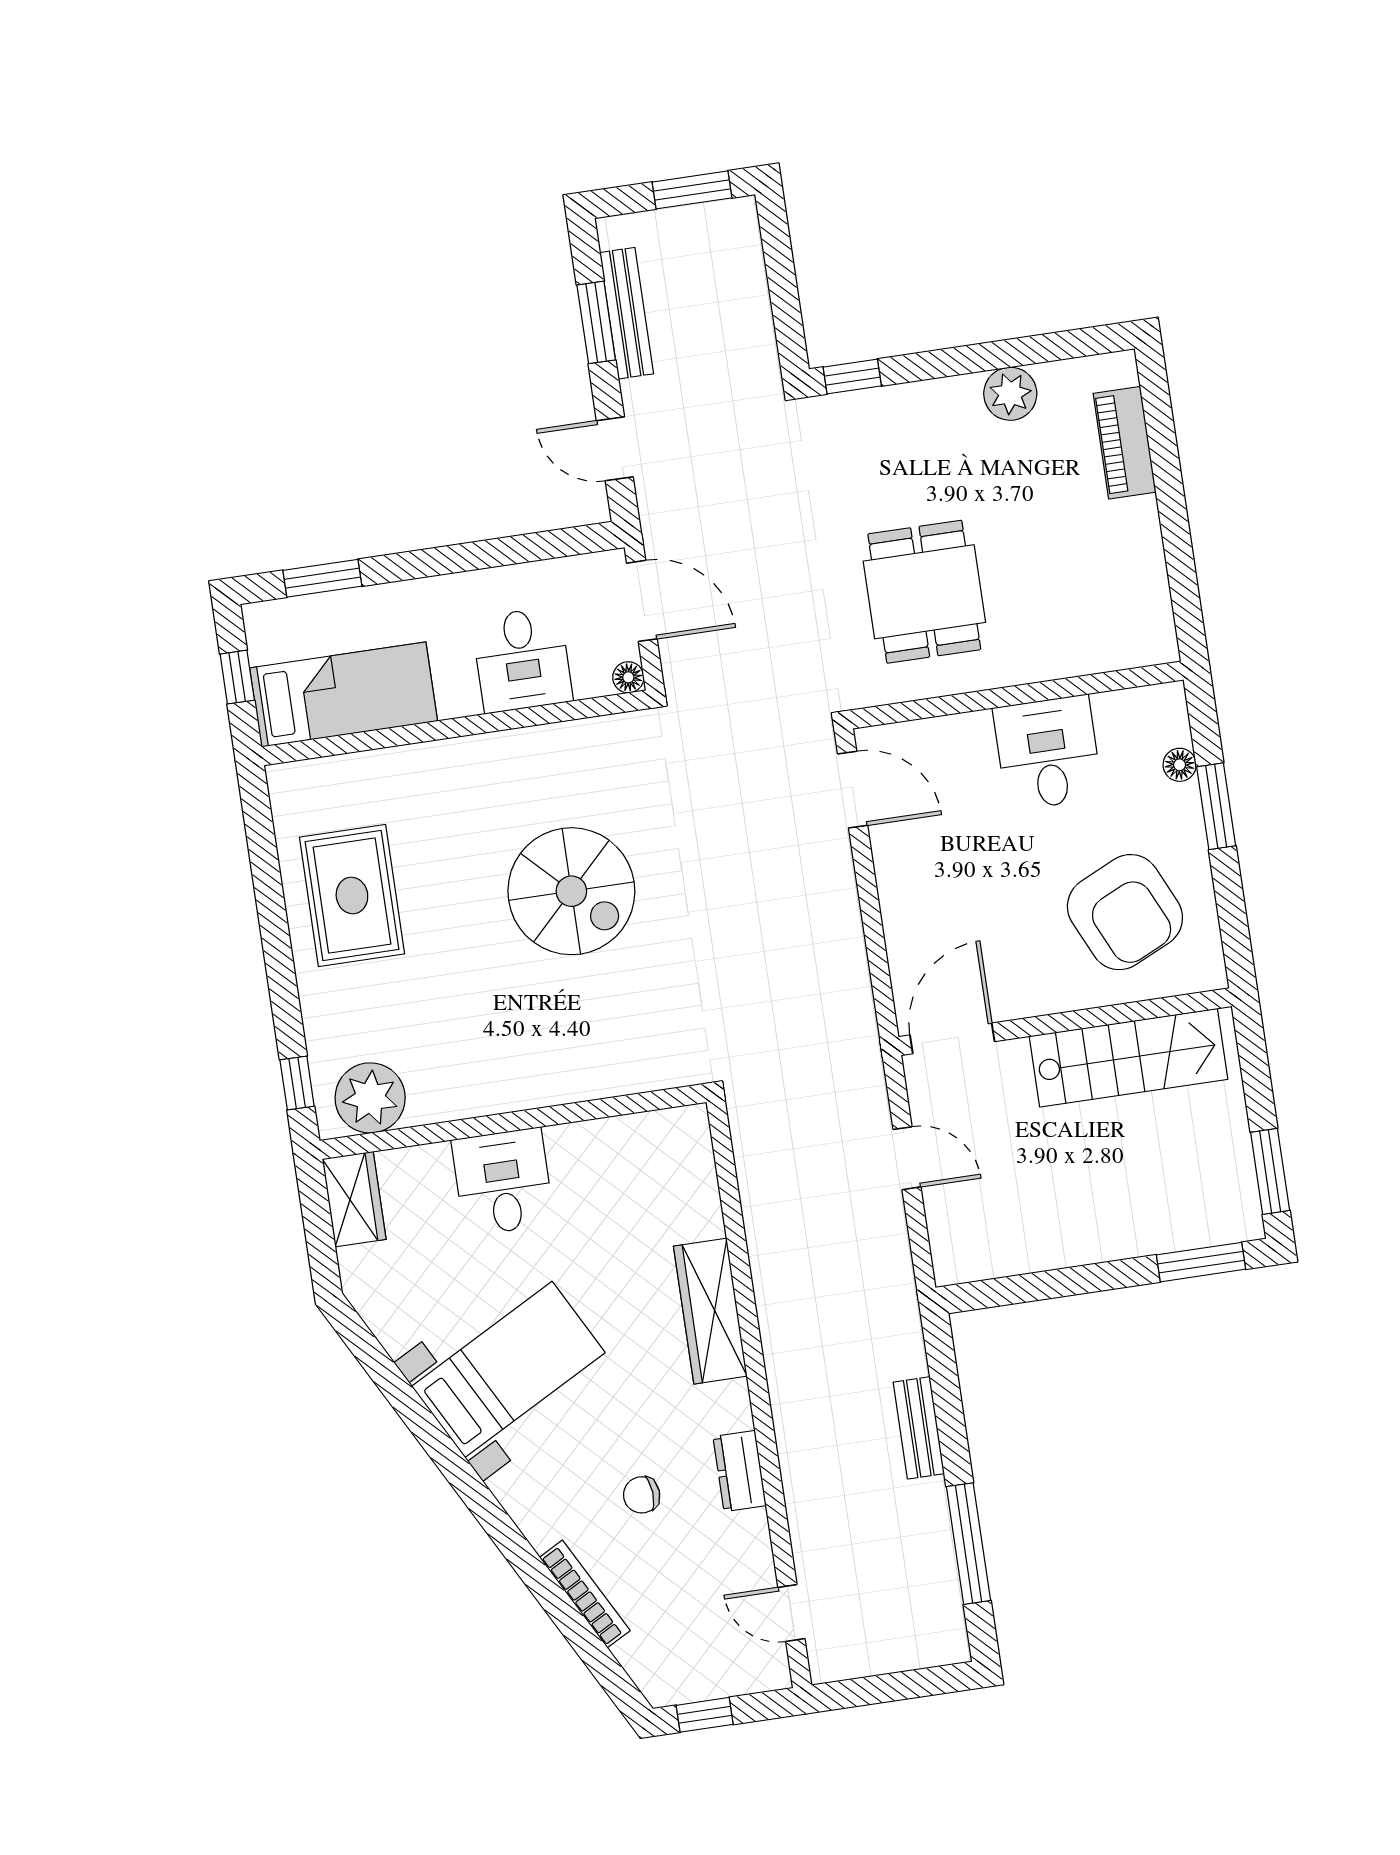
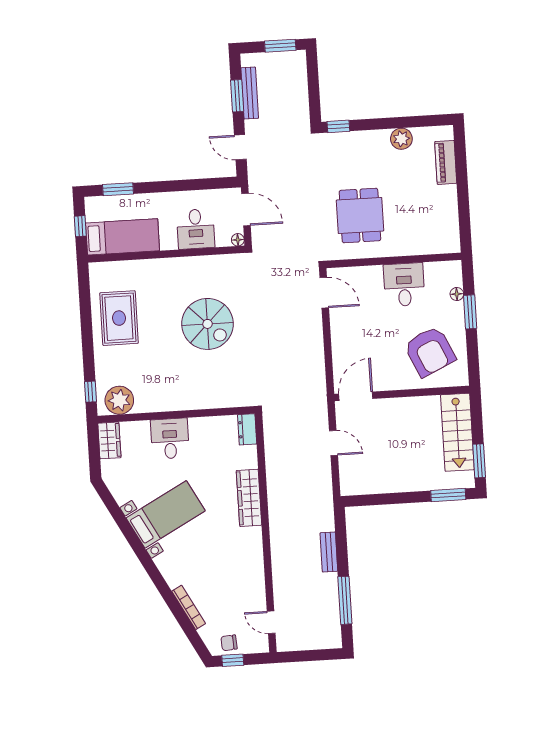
stairs: (1128, 1058) -> (457, 432), moved, turned 90
dresser: (740, 1471) -> (247, 429), moved
chair: (642, 1495) -> (229, 643), moved

